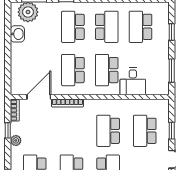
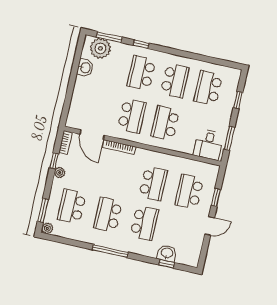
school desk: (73, 70) -> (132, 116), turned 180
desk: (133, 81) -> (208, 145), moved
door: (39, 97) -> (92, 135), swing flipped
school desk: (108, 131) -> (153, 184), turned 180

